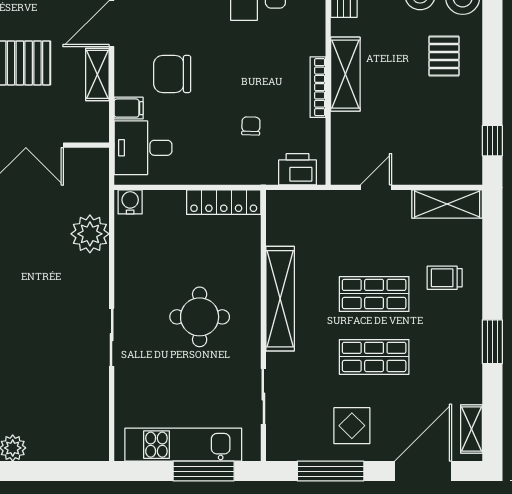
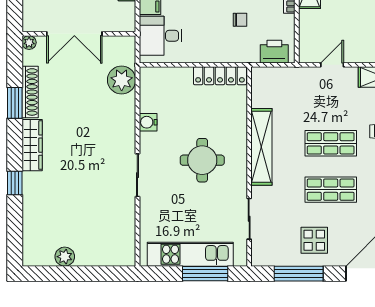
chair: (251, 126) -> (240, 20), turned 88
water cooler: (130, 202) -> (148, 122), moved, turned -90
plant: (90, 234) -> (122, 80), moved

